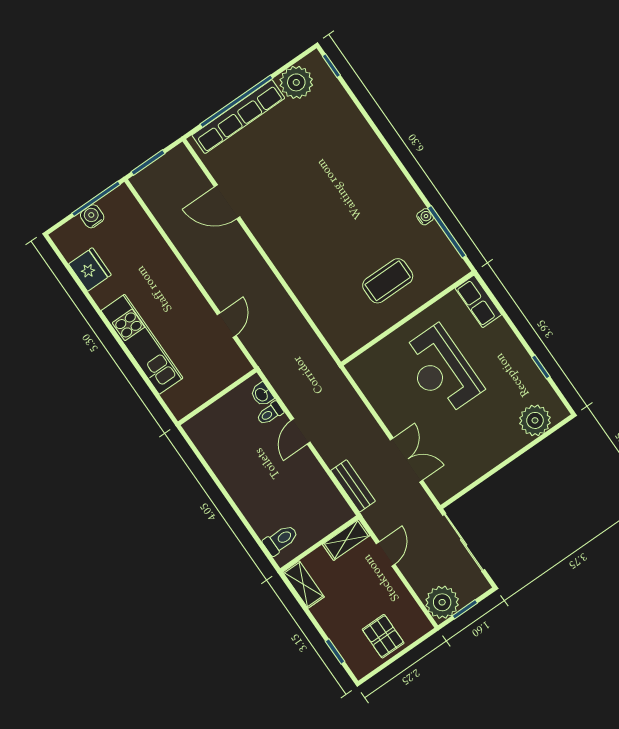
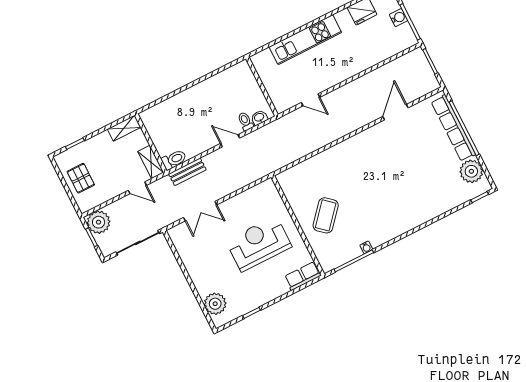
coffee table: (388, 281) -> (326, 215), turned 41
toilet: (281, 540) -> (174, 160), moved, turned -90
pallet: (383, 636) -> (81, 178), turned 90

